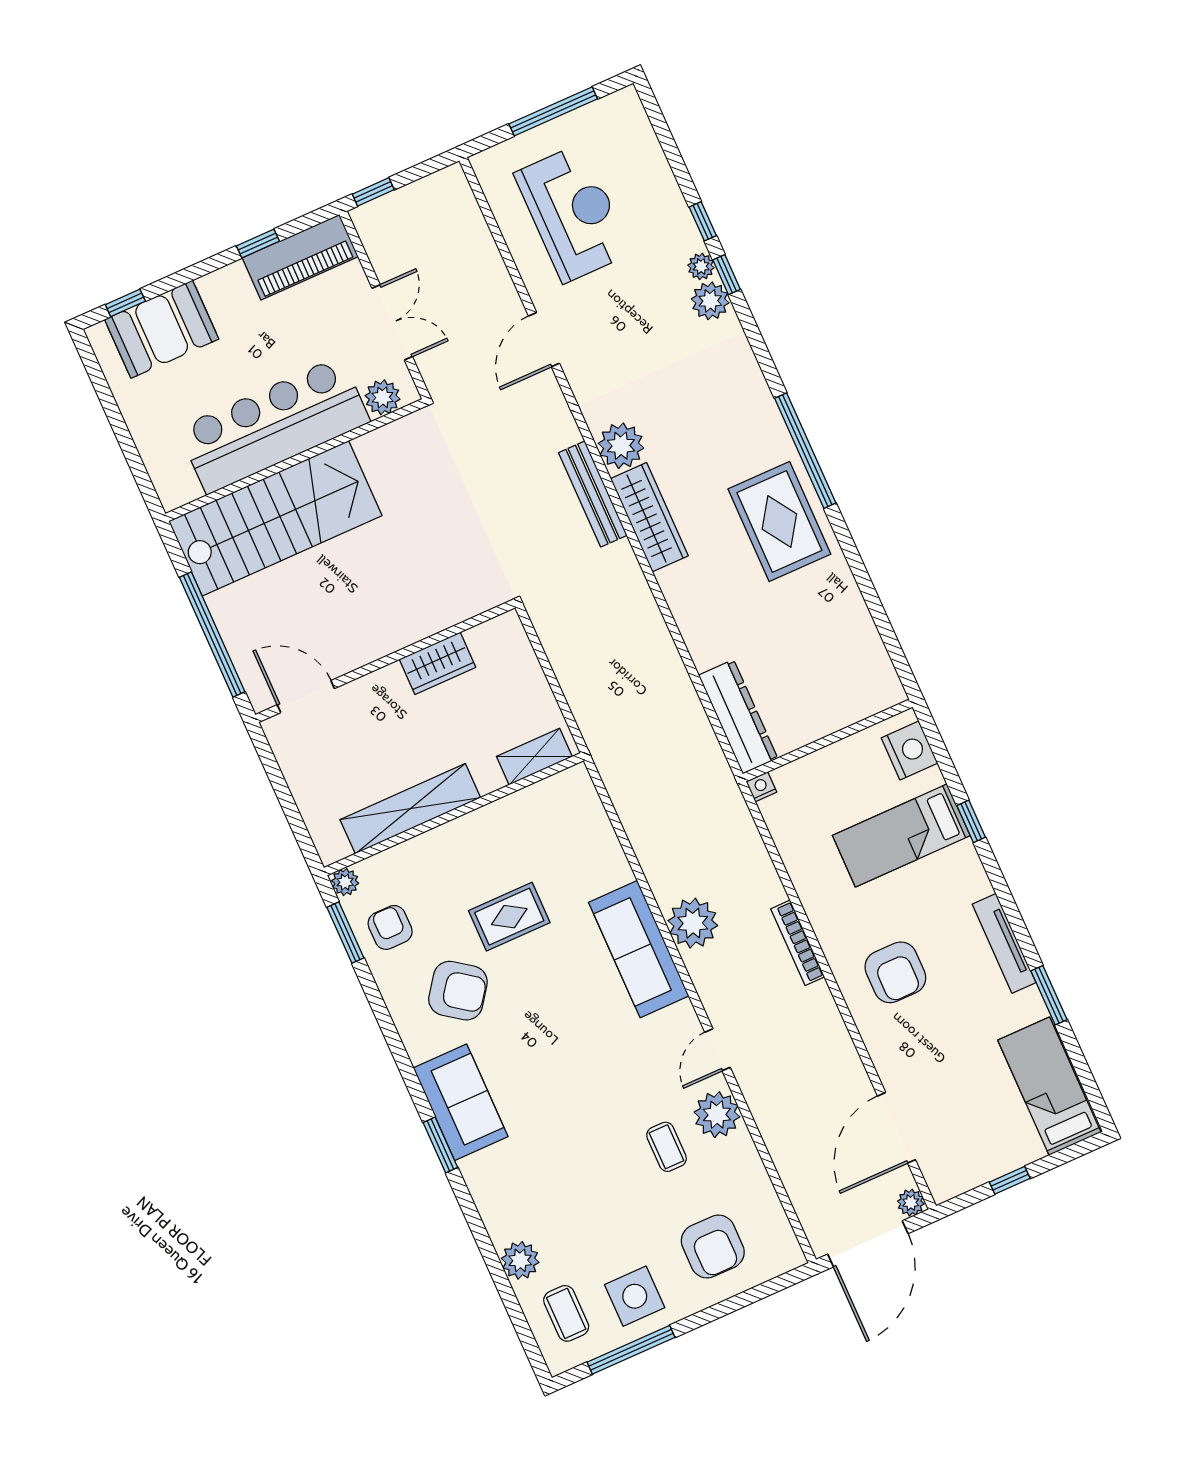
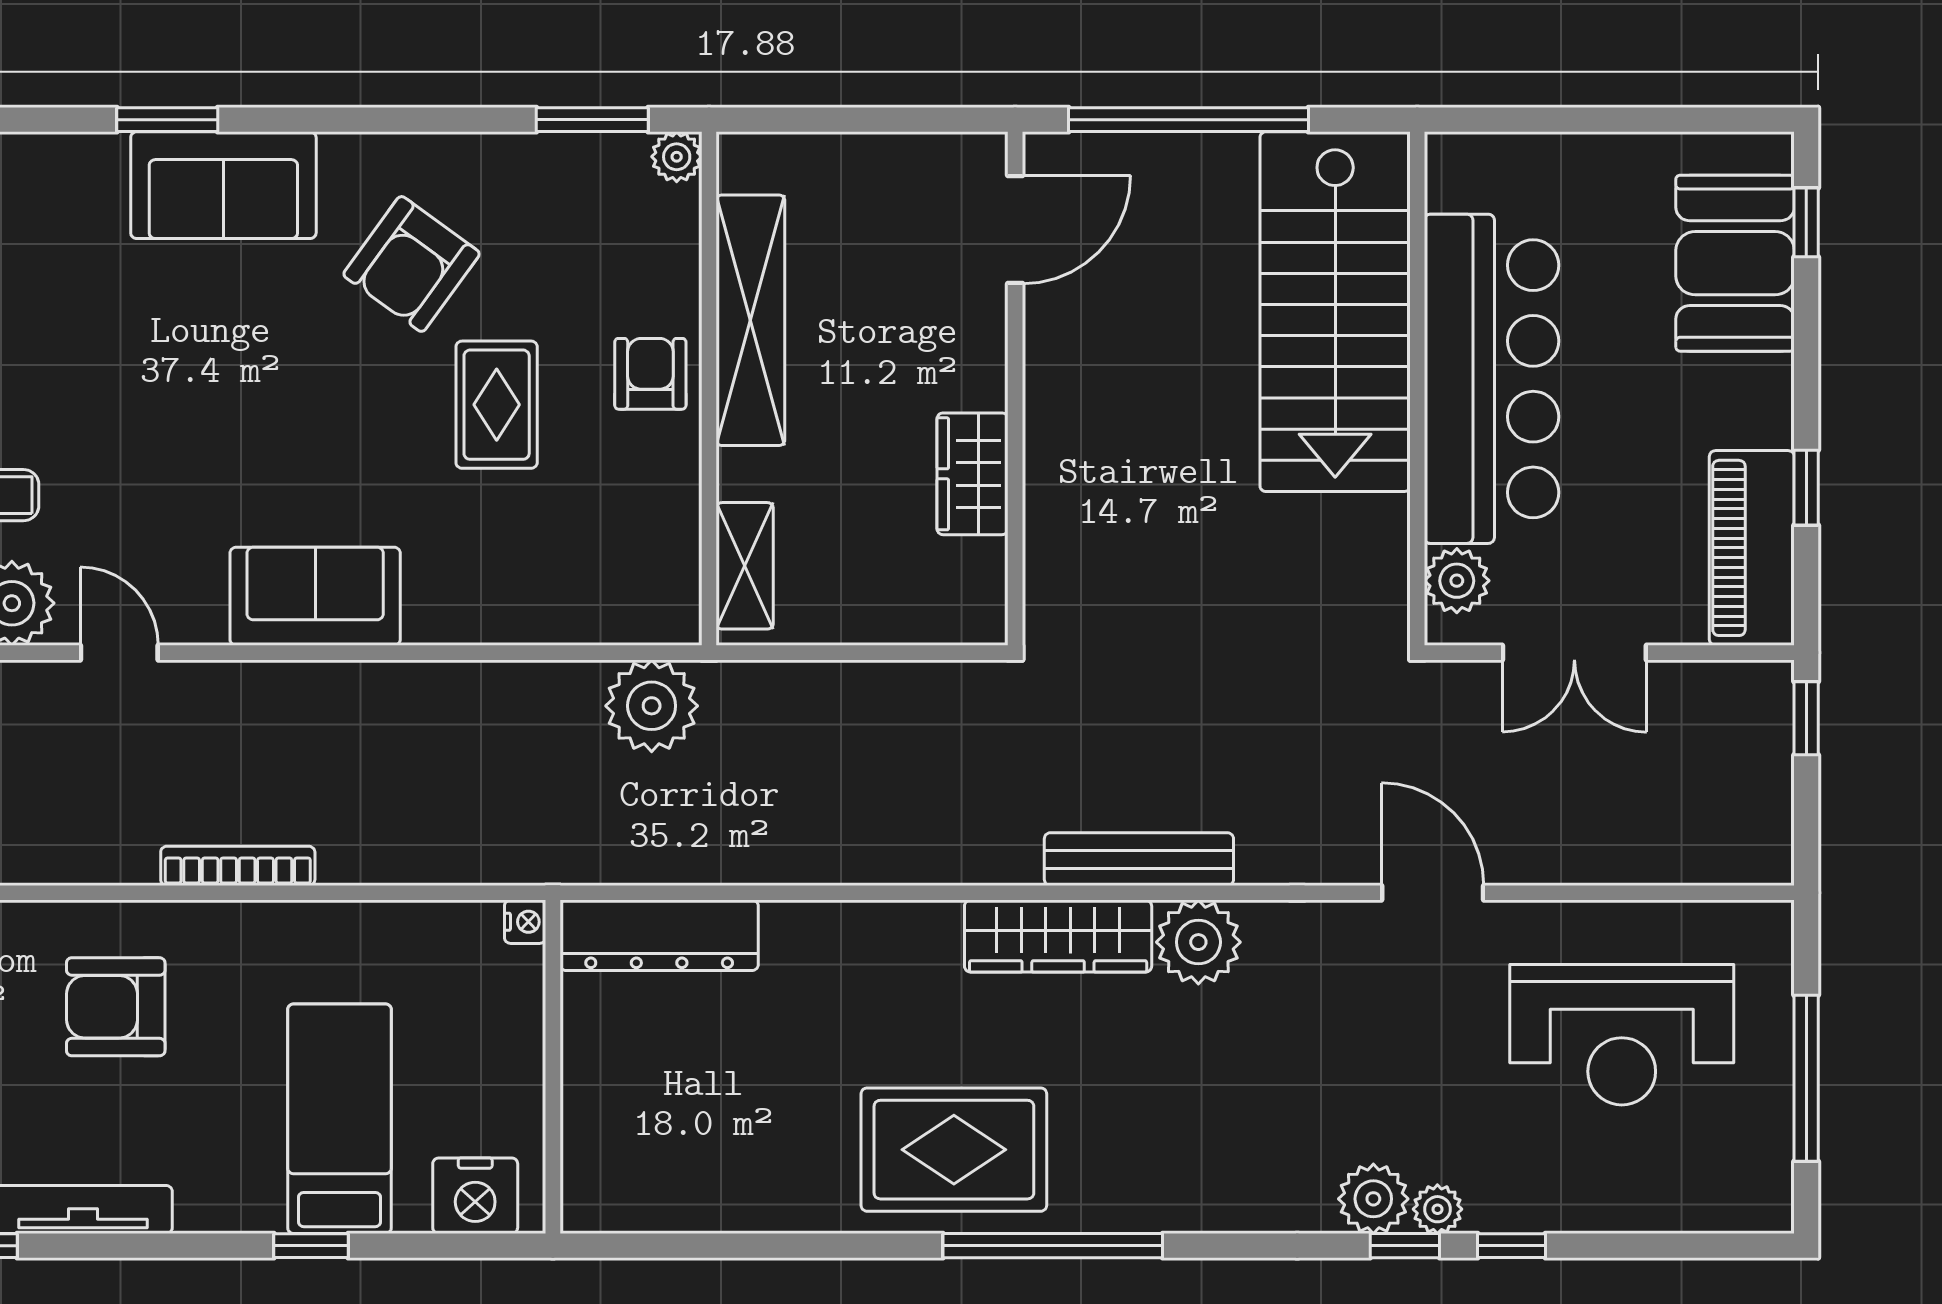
plant: (693, 923) -> (652, 706), moved
armchair: (390, 927) -> (650, 374), moved, turned -90
sofa: (639, 949) -> (315, 596), width x0.73

